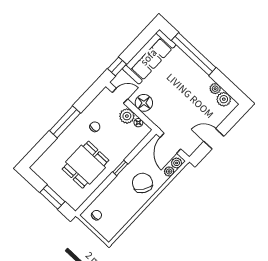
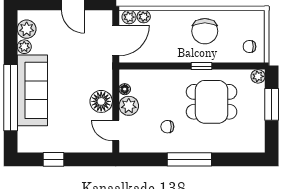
sofa: (149, 57) -> (32, 90), moved, turned 90
window: (117, 66) -> (53, 159), moved
window: (120, 168) -> (201, 66), moved
chair: (142, 183) -> (205, 31), moved, turned -35
plant: (75, 204) -> (258, 76), added

